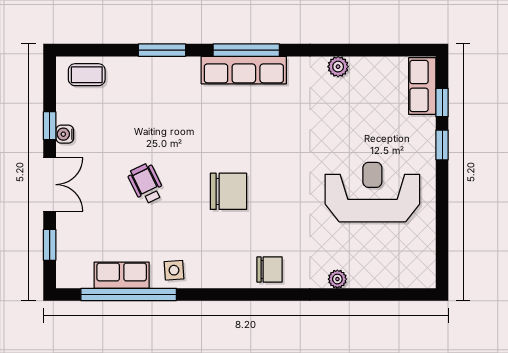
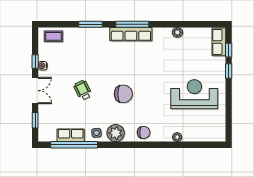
plant: (213, 271) -> (116, 133), added

